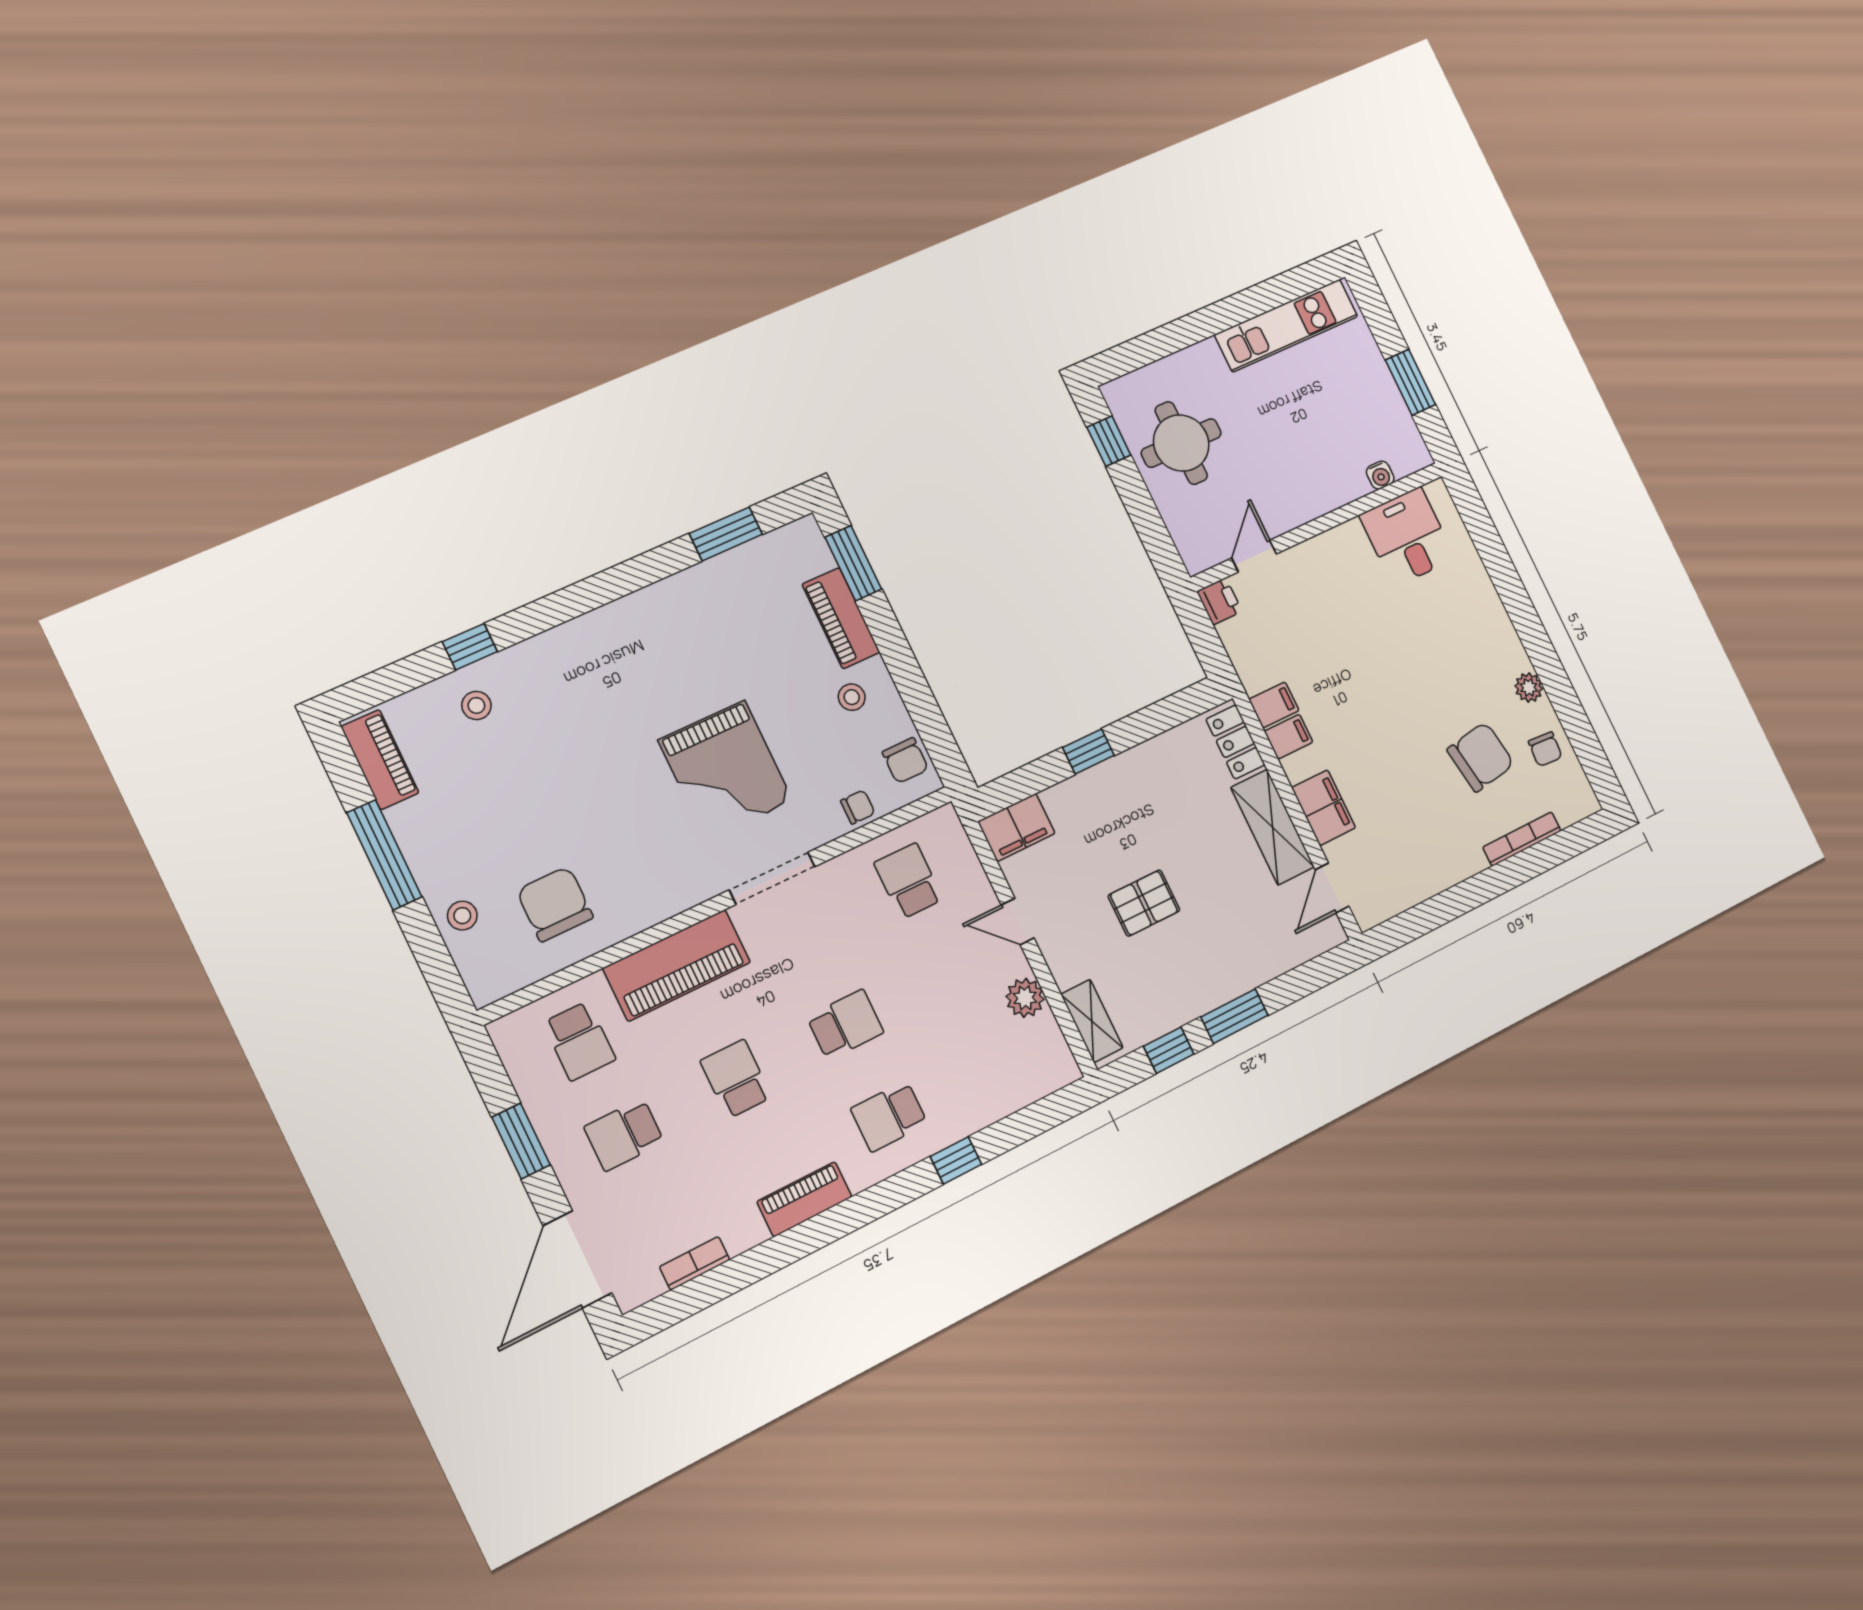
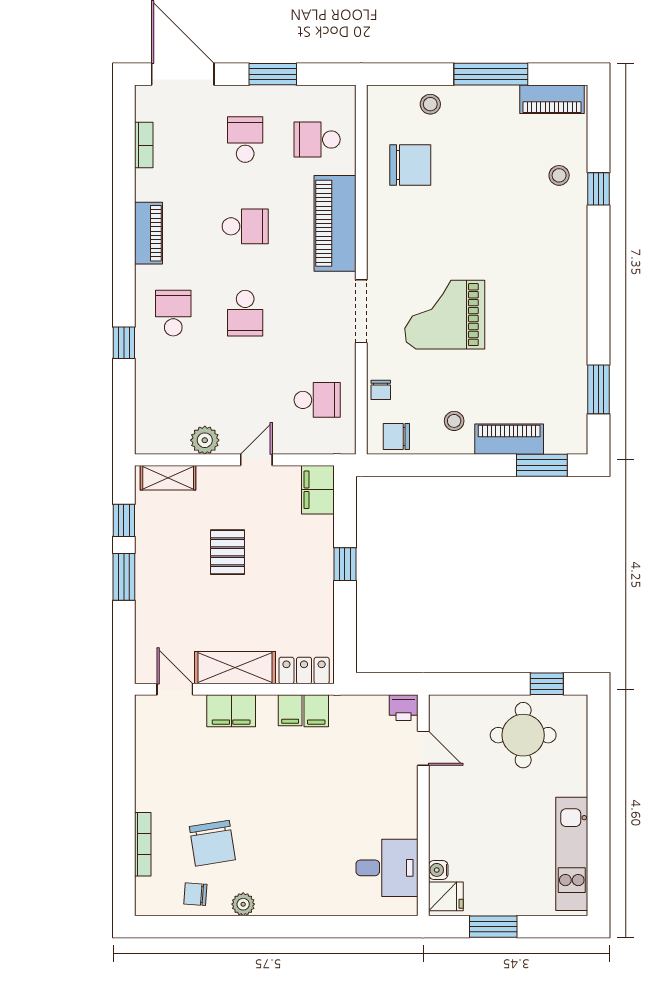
fridge: (1405, 453) -> (446, 896), added

